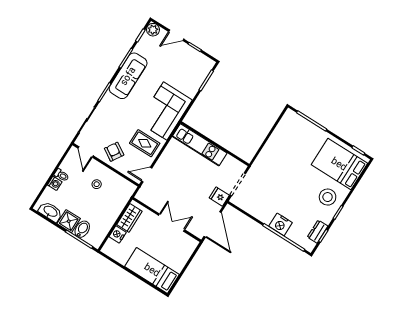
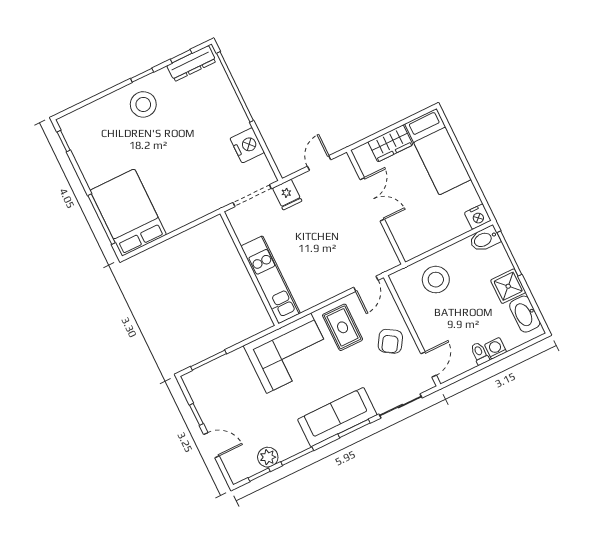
plant: (153, 30) -> (268, 457), moved
sofa: (128, 76) -> (337, 417), moved
bed: (339, 164) -> (128, 213), moved, turned 180
door: (147, 175) -> (366, 284), hinge flipped
stool: (97, 184) -> (436, 280), moved, width x1.89, depth x1.89
wardrobe: (129, 218) -> (390, 143), moved, turned 180
double door: (172, 223) -> (372, 199), swing flipped
door: (213, 224) -> (319, 163), width x0.53
nightstand: (281, 224) -> (247, 145), moved
bidet: (82, 229) -> (485, 239), moved
dresser: (318, 232) -> (192, 64), width x1.44
nightstand: (118, 234) -> (478, 217), moved

